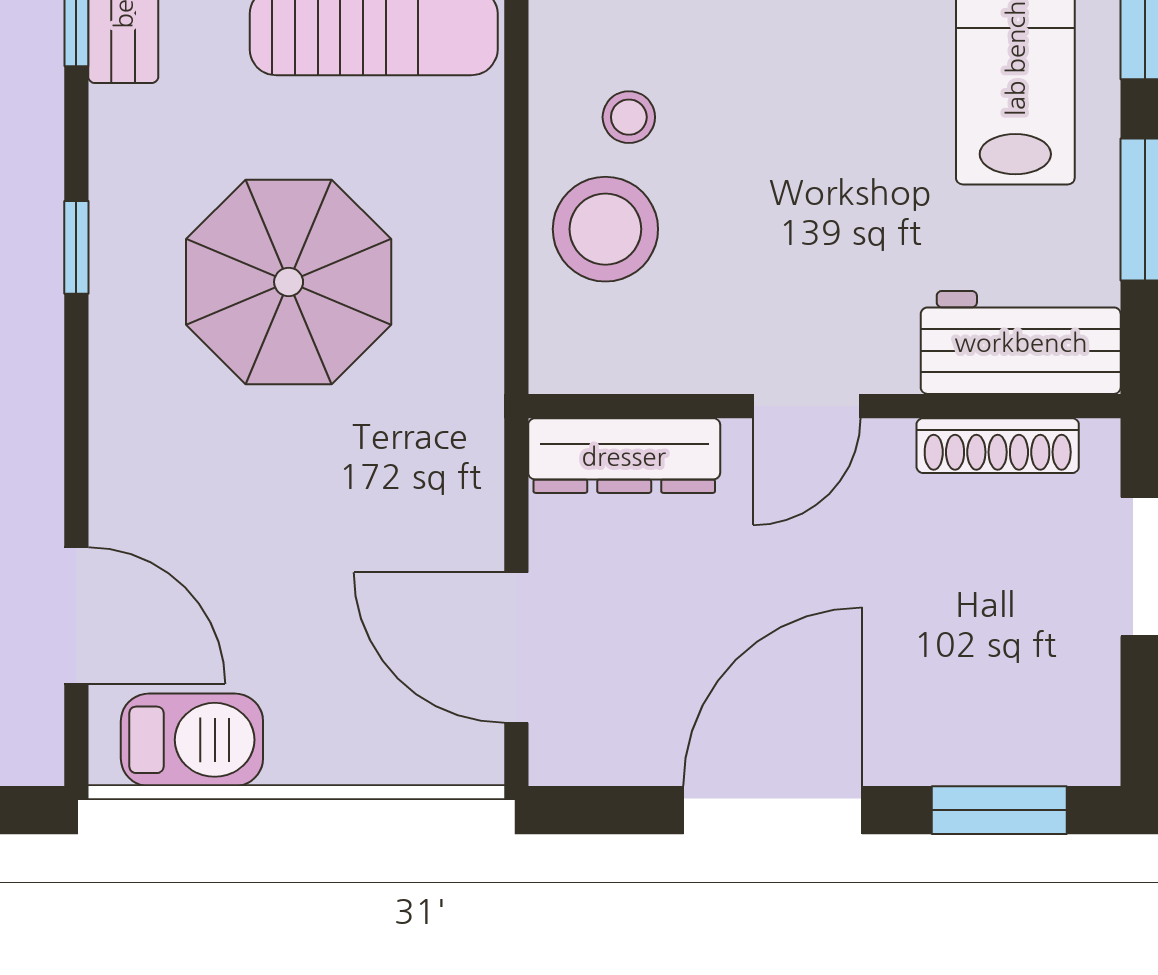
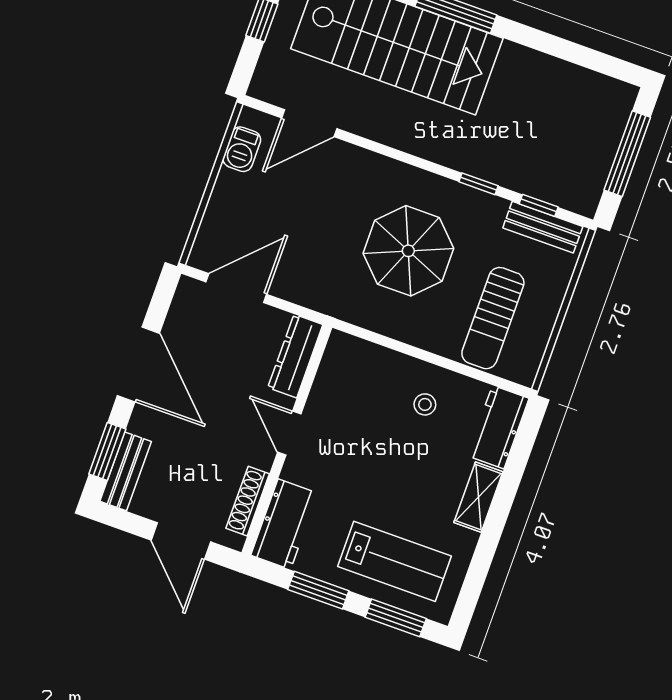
stool: (605, 229) -> (385, 380), removed
window: (76, 247) -> (478, 184), moved
barbecue: (192, 740) -> (242, 149), width x0.73, depth x0.79
bench: (1030, 752) -> (126, 471), added

